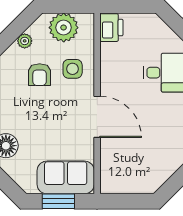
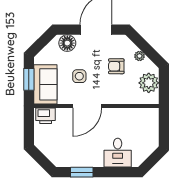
printer: (111, 28) -> (46, 116), moved
side table: (73, 69) -> (79, 76), moved

